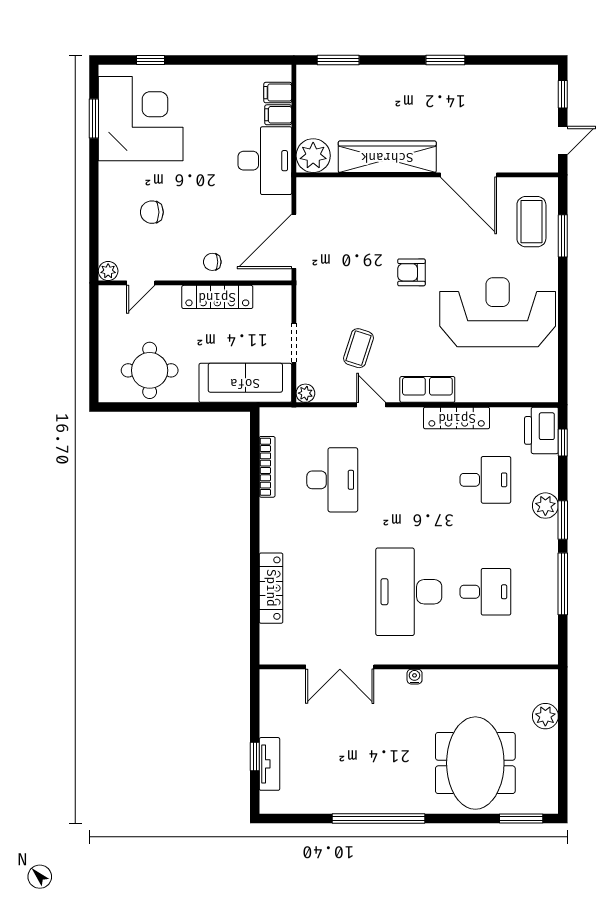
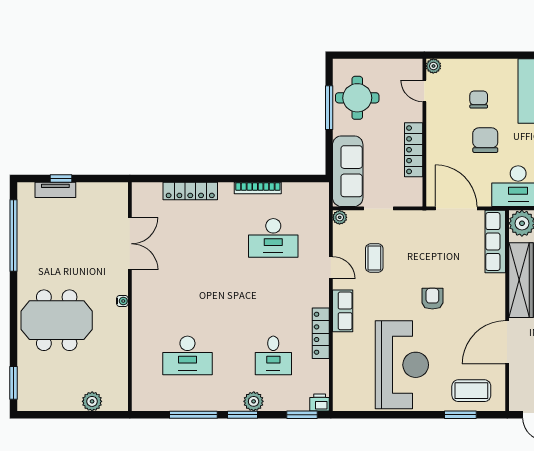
row of seats: (337, 190) -> (495, 241), added
chair: (212, 262) -> (485, 140), moved, width x1.87, depth x1.87
coffee table: (358, 348) -> (374, 258), turned 72
door: (371, 405) -> (331, 268), hinge flipped
window: (163, 407) -> (329, 108), added
printer: (541, 430) -> (320, 403), width x0.53, depth x0.68
window: (563, 442) -> (302, 415), width x1.50
bookcase: (267, 467) -> (258, 188), moved
desk: (409, 592) -> (187, 297), removed
desk: (485, 592) -> (187, 355), width x1.37
double door: (340, 667) -> (130, 244), swing flipped
meeting table: (475, 763) -> (57, 320), moved
window: (379, 819) -> (13, 235), moved

